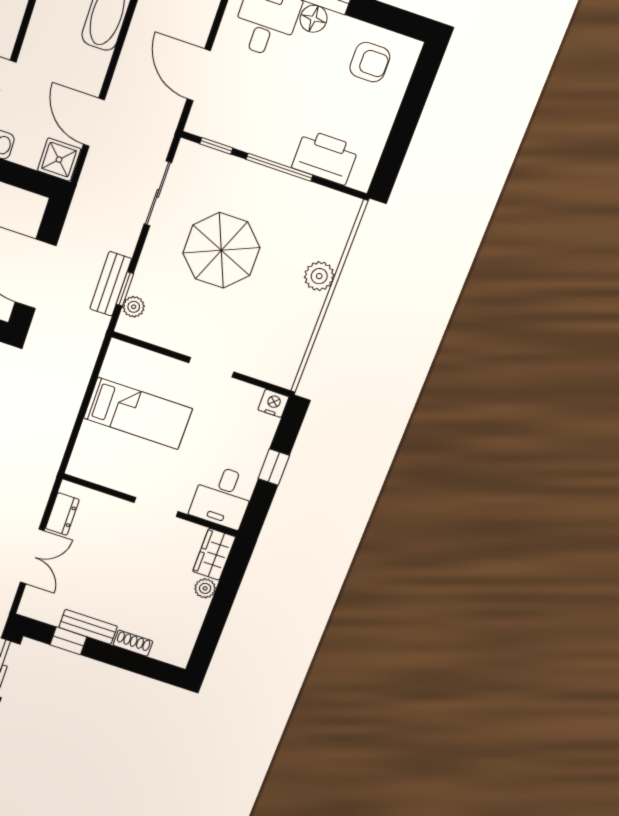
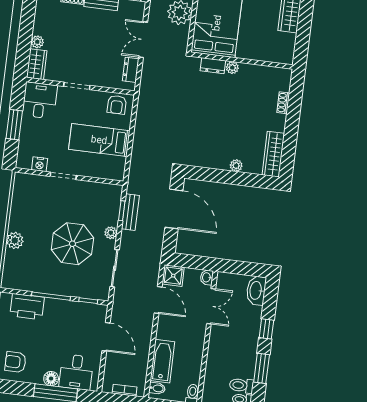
plant: (134, 307) -> (111, 233), moved
nightstand: (273, 403) -> (40, 164), moved
armchair: (97, 464) -> (117, 105), added
window: (274, 467) -> (14, 125), width x1.50

